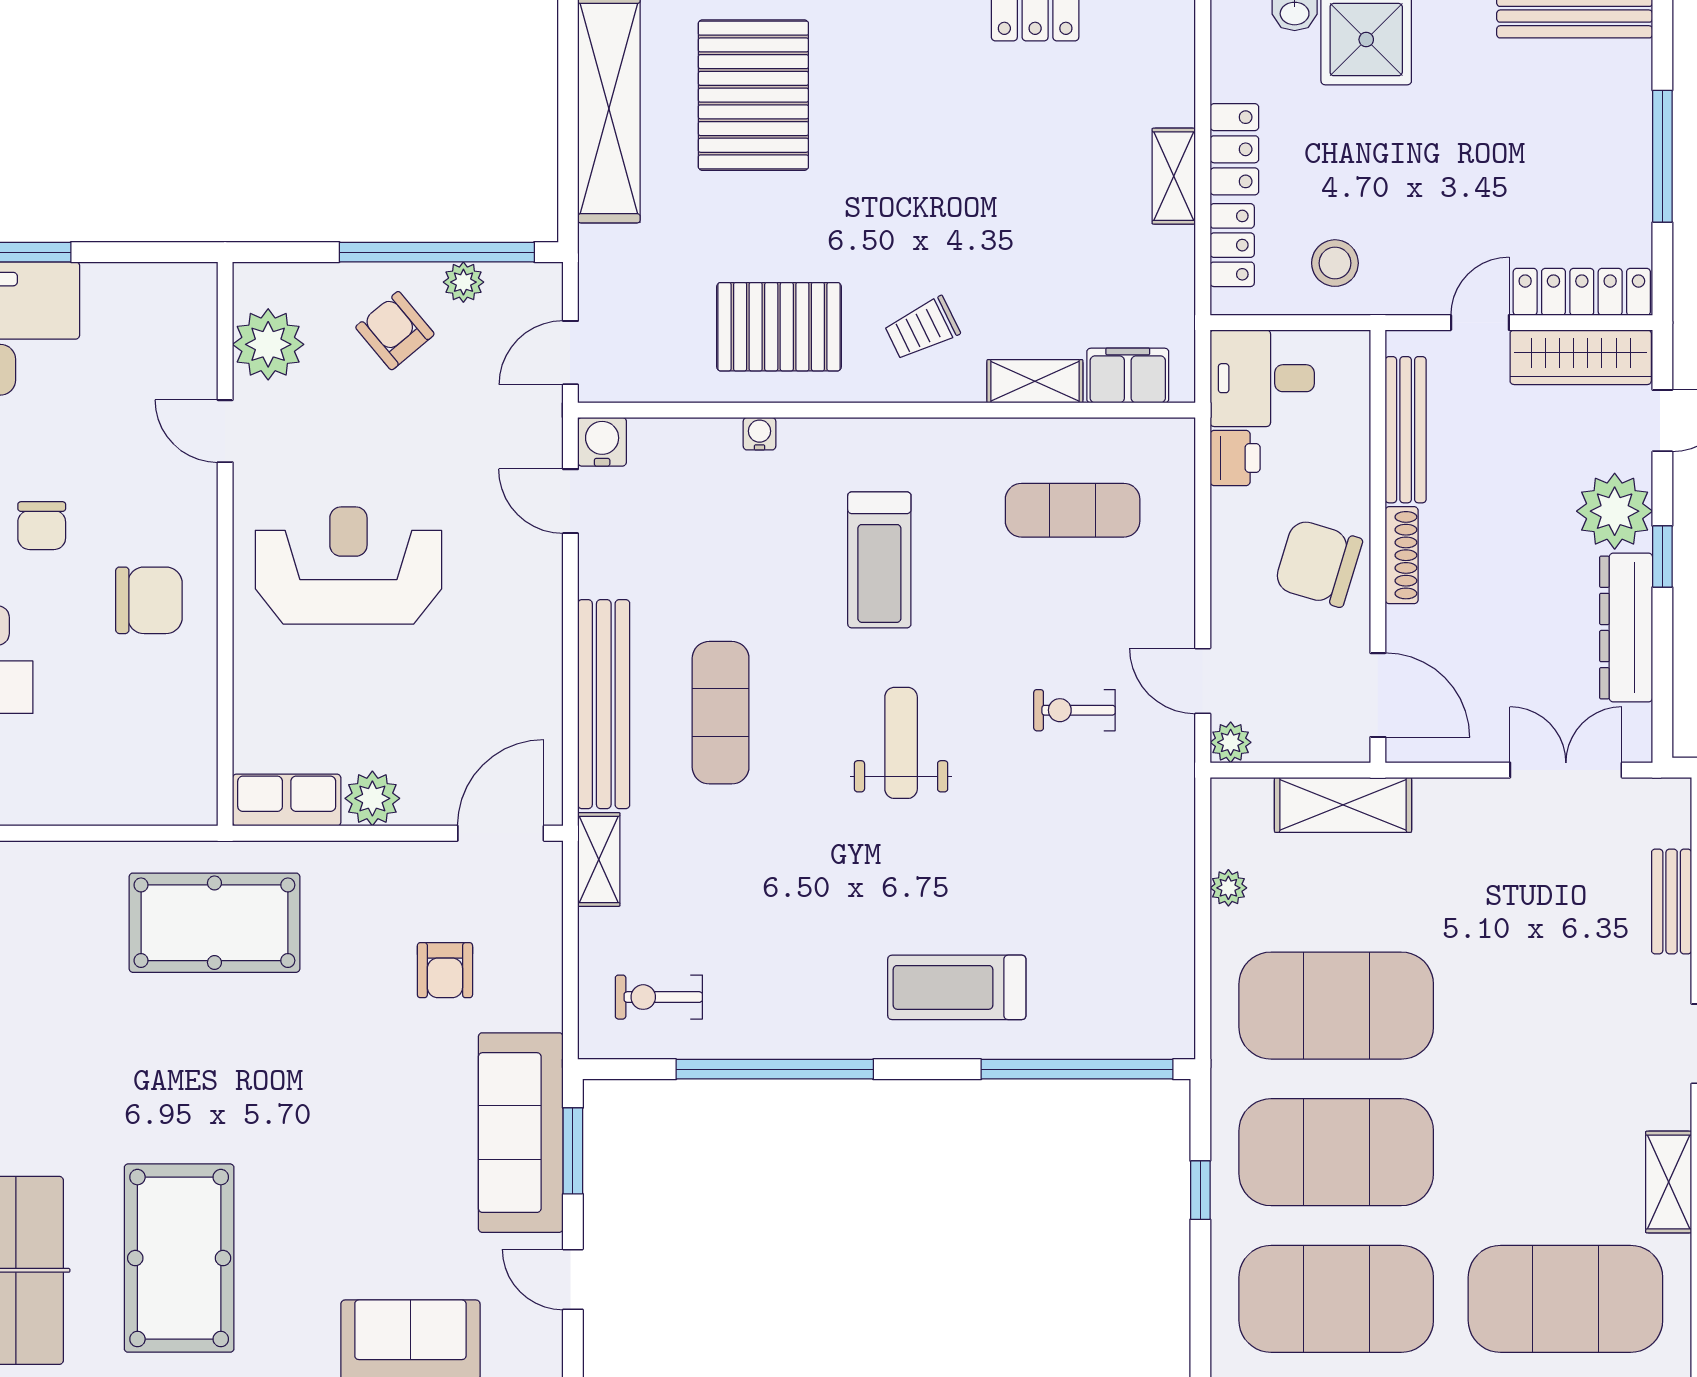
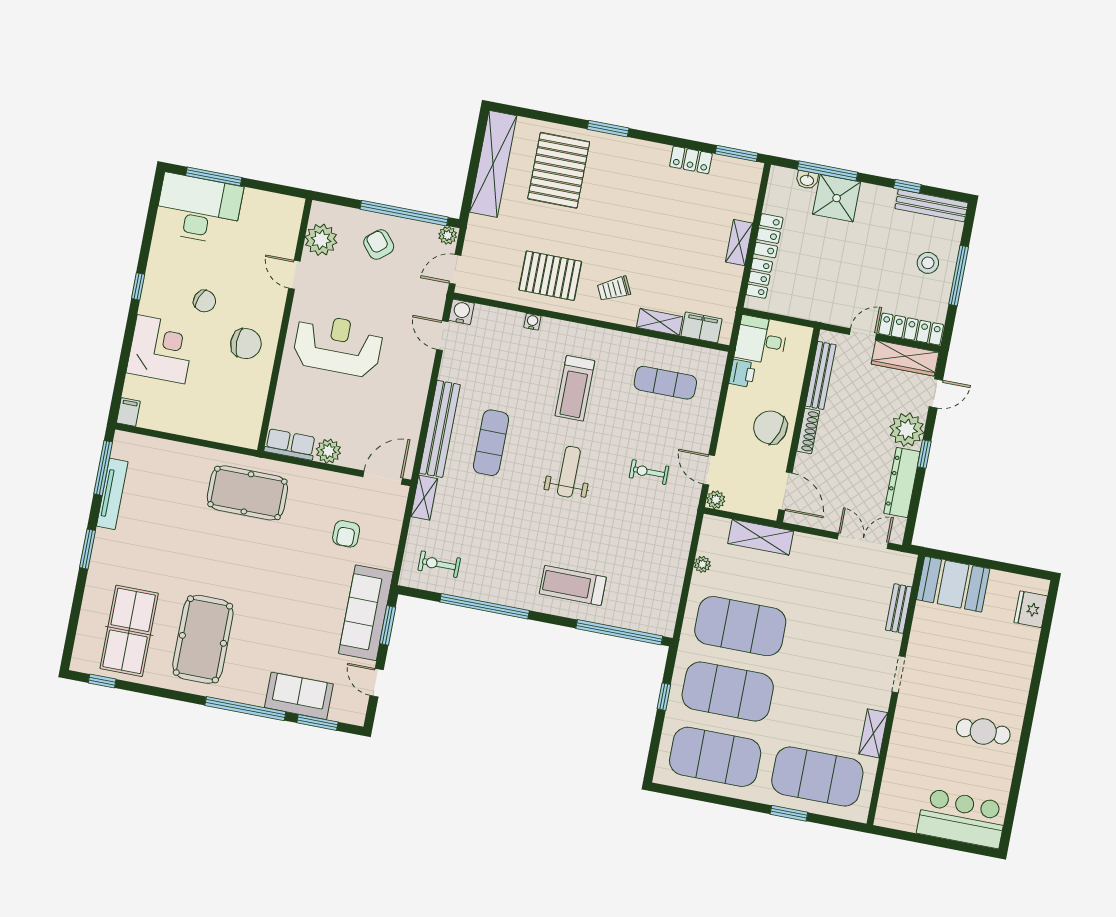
stool: (1335, 263) -> (928, 263), moved
plant: (463, 282) -> (448, 235), moved
chair: (42, 526) -> (205, 301), turned -68

